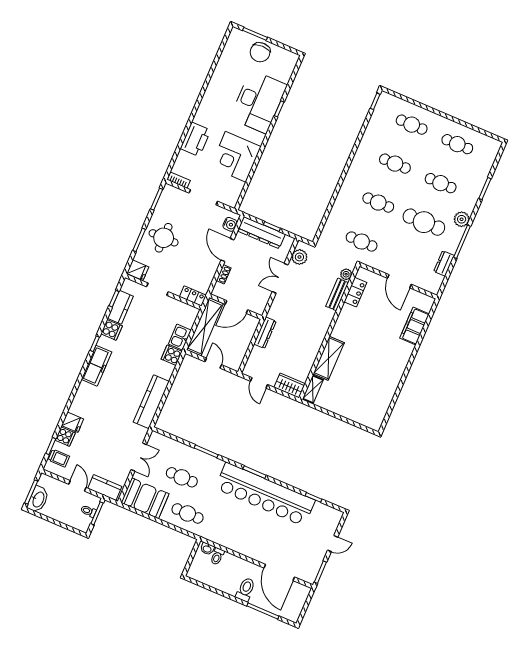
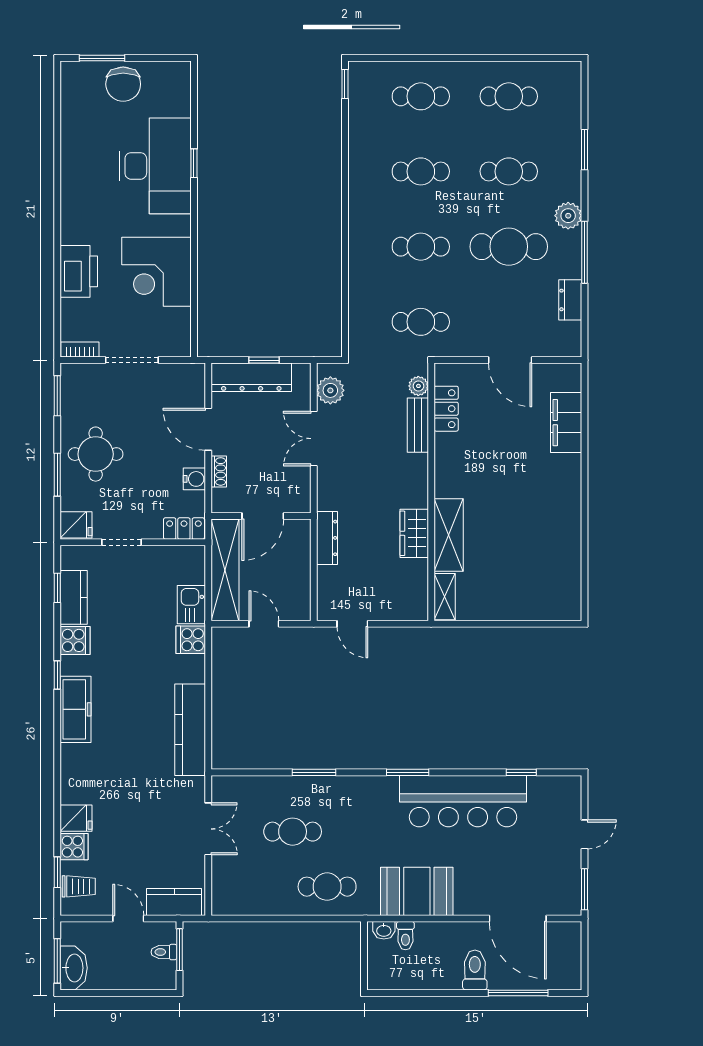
water cooler: (230, 224) -> (194, 479), moved
wardrobe: (290, 386) -> (414, 533), moved, turned -90
bar counter: (265, 494) -> (463, 801), width x0.73
booth: (145, 498) -> (417, 891), moved

